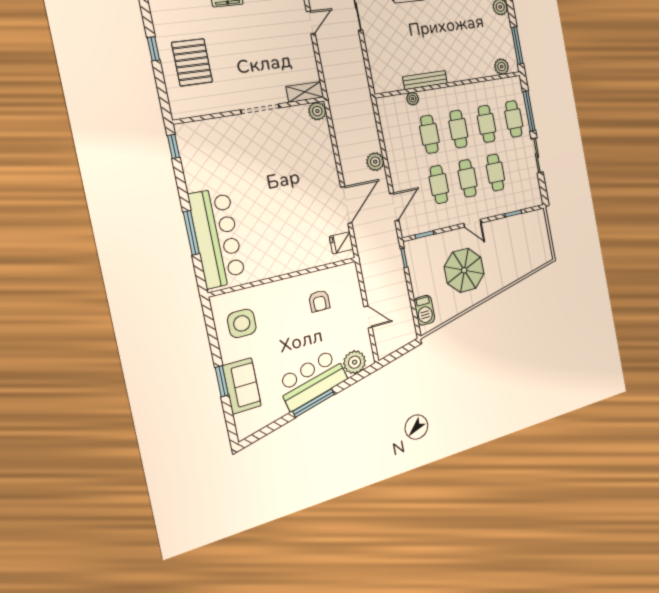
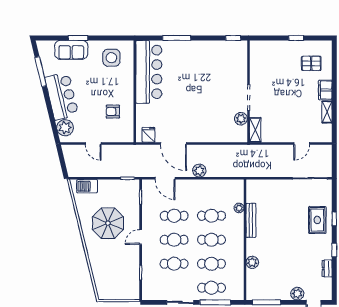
door: (311, 22) -> (302, 143), hinge flipped
pallet: (192, 62) -> (311, 63), moved, width x0.67, depth x0.71
plant: (502, 67) -> (252, 262), moved
plant: (317, 111) -> (241, 119), moved
bar counter: (217, 238) -> (149, 72), moved, turned -90
door: (368, 317) -> (93, 143), hinge flipped
window: (314, 403) -> (41, 72), moved

